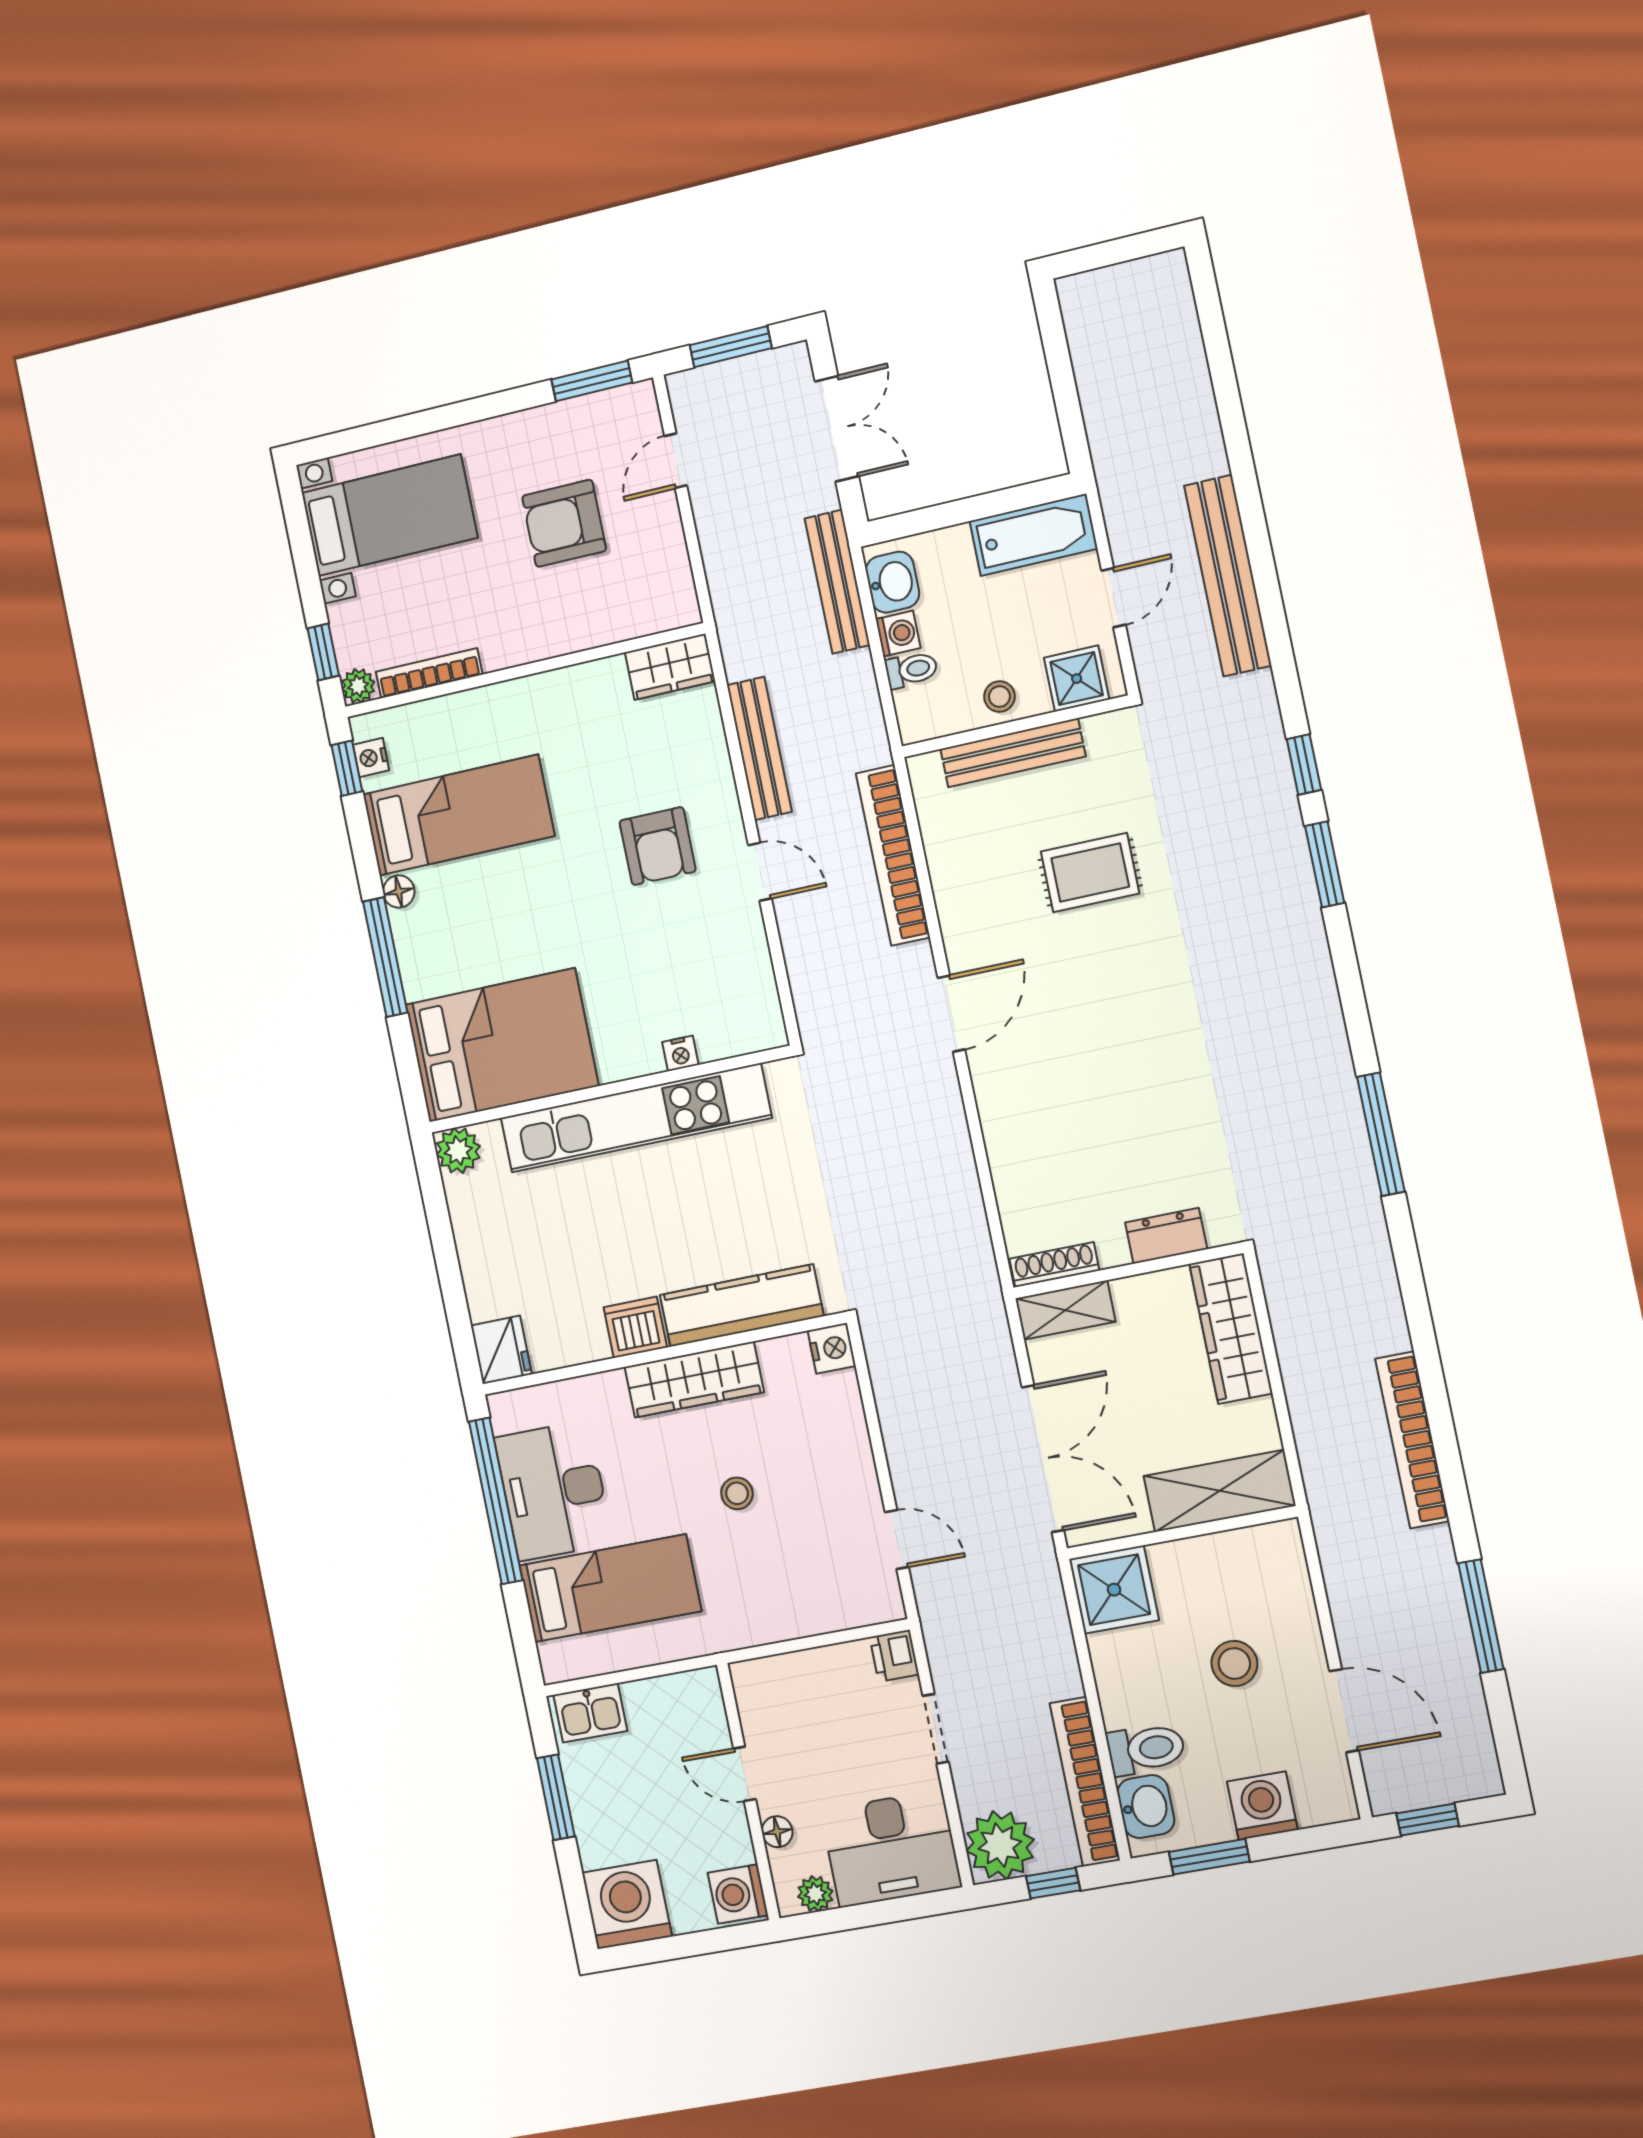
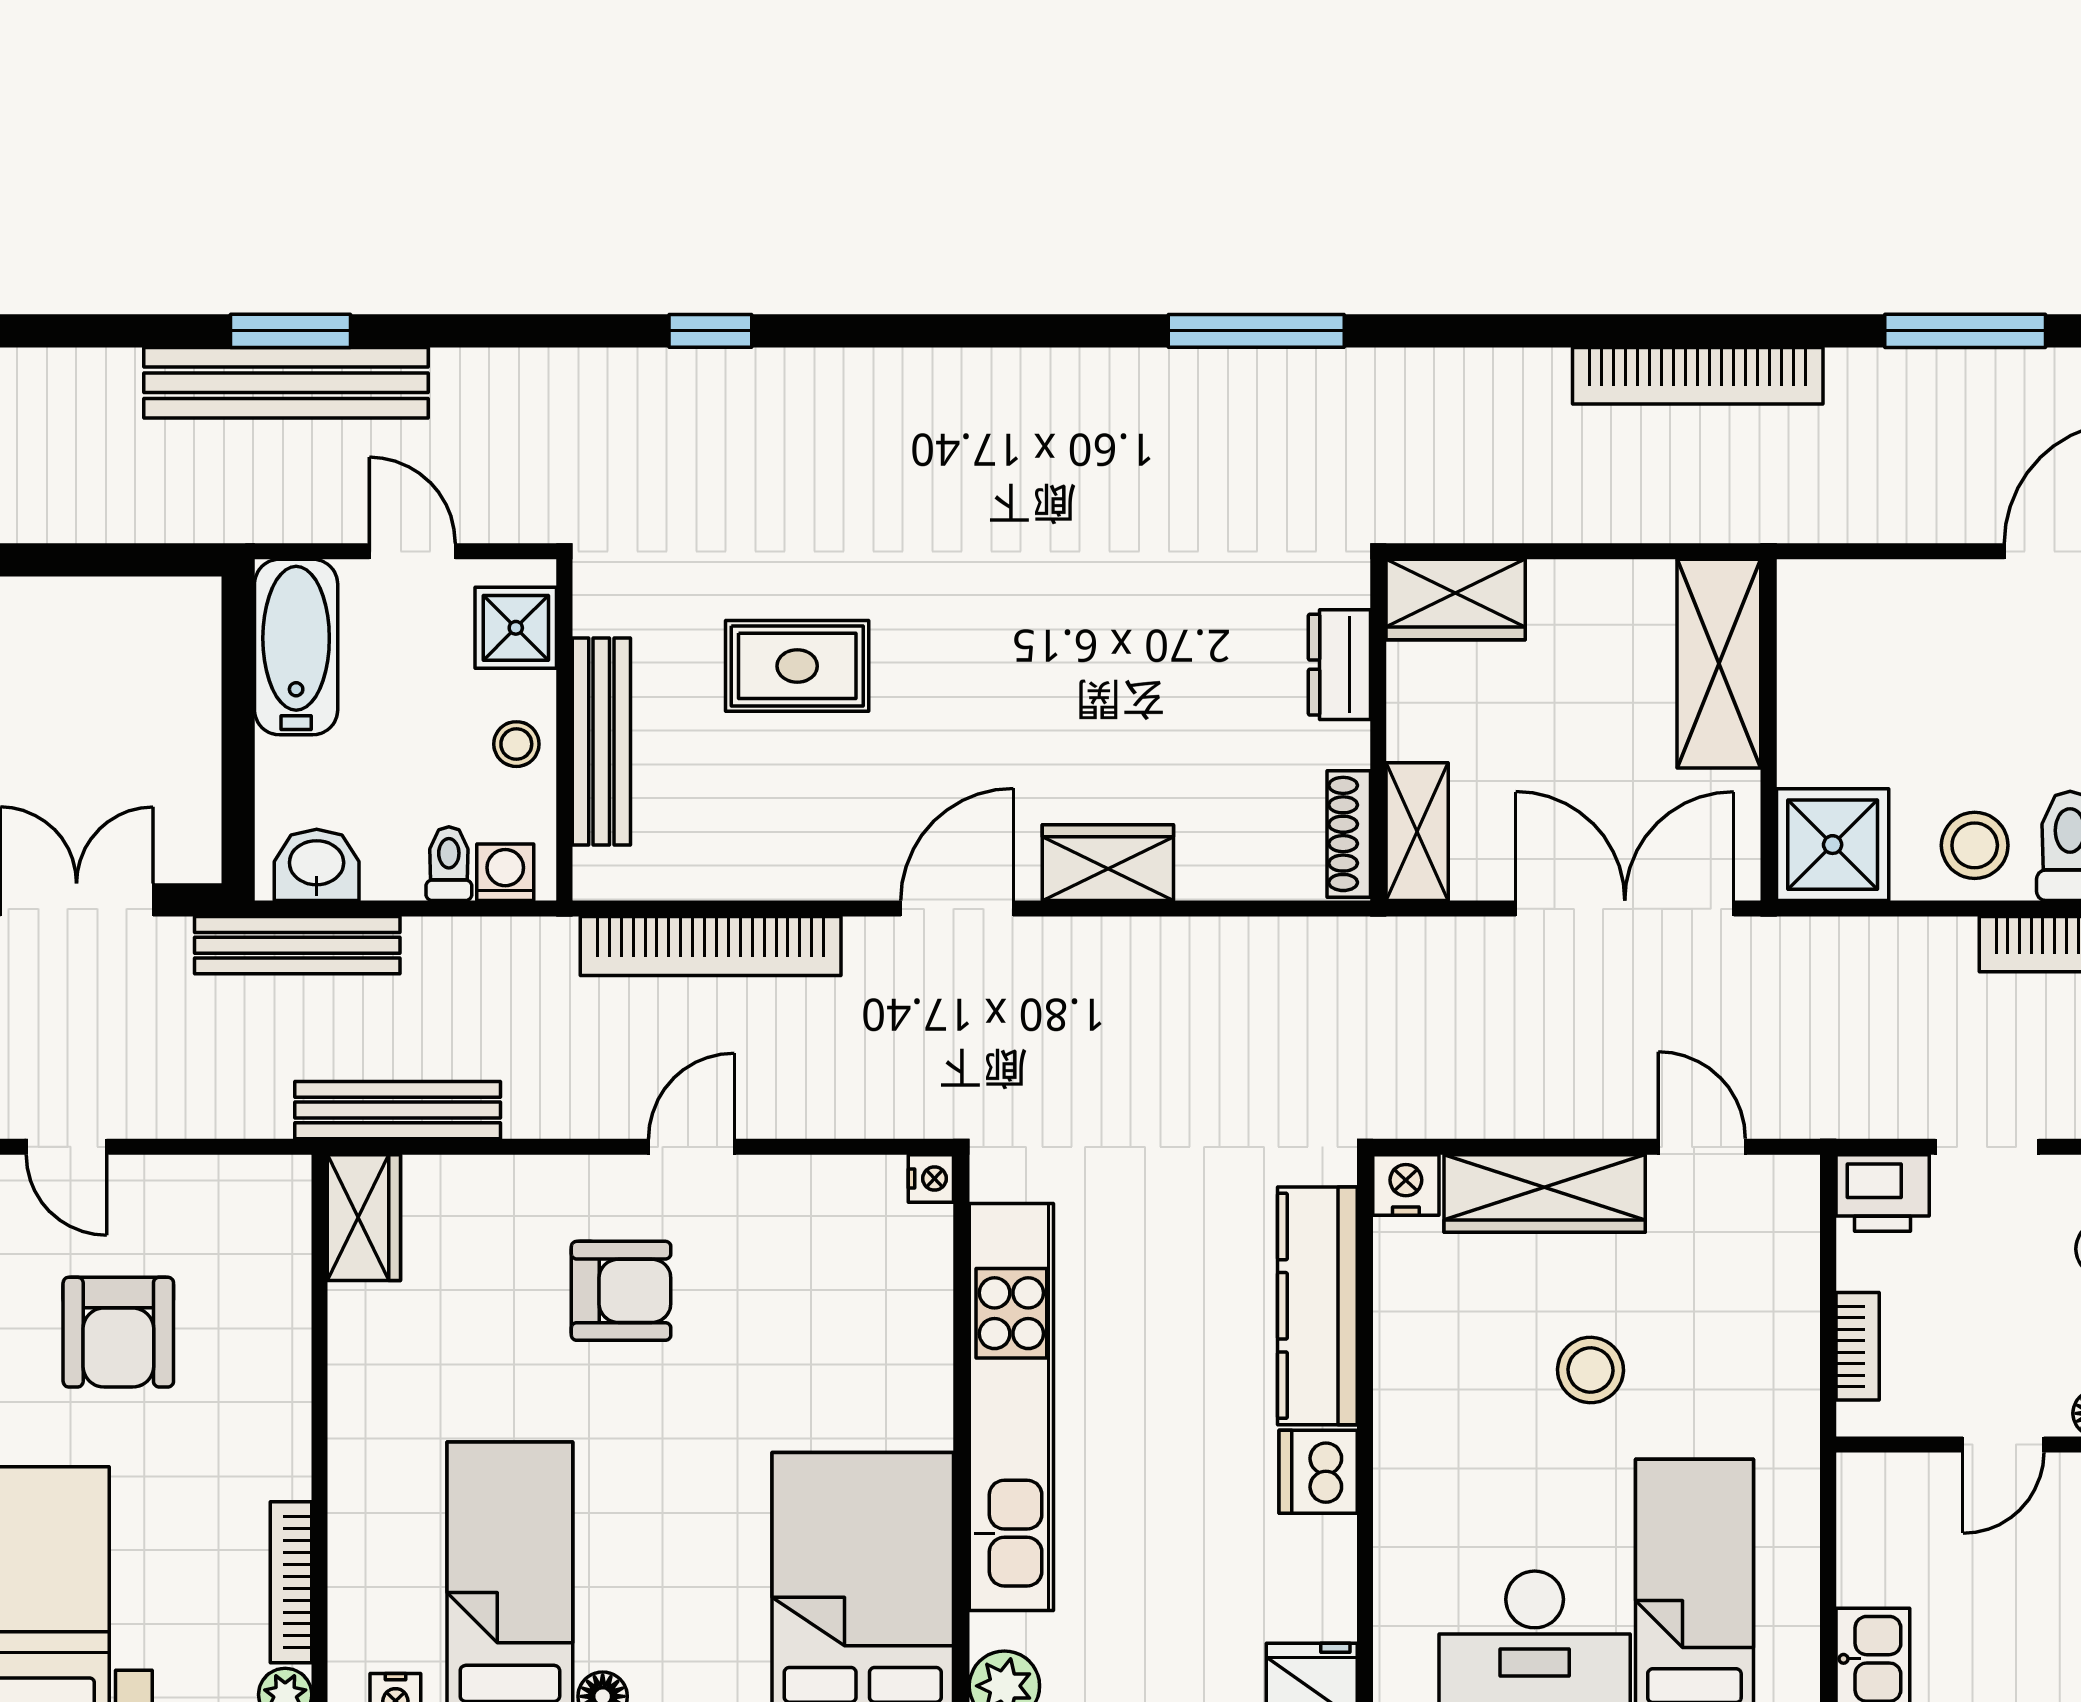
bench: (1228, 576) -> (286, 383), moved
washing machine: (898, 634) -> (505, 872), moved
bench: (759, 748) -> (398, 1110), moved
window: (1325, 864) -> (291, 331), moved
rug: (1090, 872) -> (797, 666), turned 90
door: (951, 1014) -> (957, 909), hinge flipped
nightstand: (680, 1053) -> (931, 1179), moved
wardrobe: (1002, 1108) -> (1108, 863), added
wardrobe: (1231, 1329) -> (1456, 599), width x0.67
wardrobe: (694, 1380) -> (1545, 1194), moved, turned 90
stool: (737, 1493) -> (1590, 1370), width x1.37, depth x1.37
door: (897, 1540) -> (1702, 1147), hinge flipped
printer: (894, 1656) -> (1883, 1193), width x1.36, depth x1.24
stool: (1234, 1663) -> (1975, 845), moved
bookcase: (788, 1667) -> (1858, 1346), added

